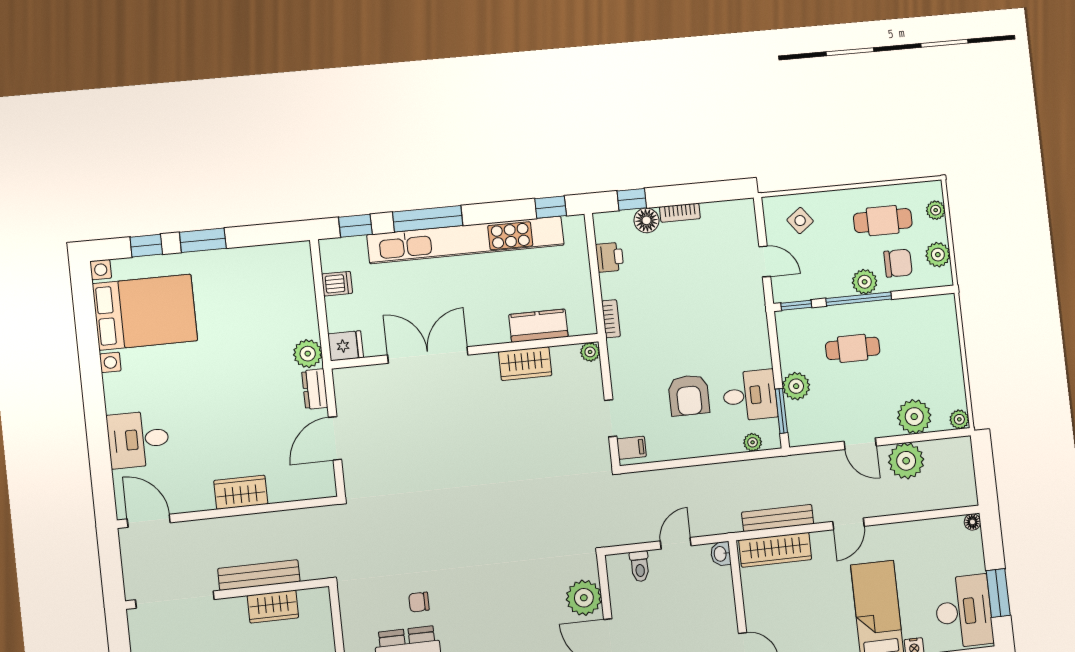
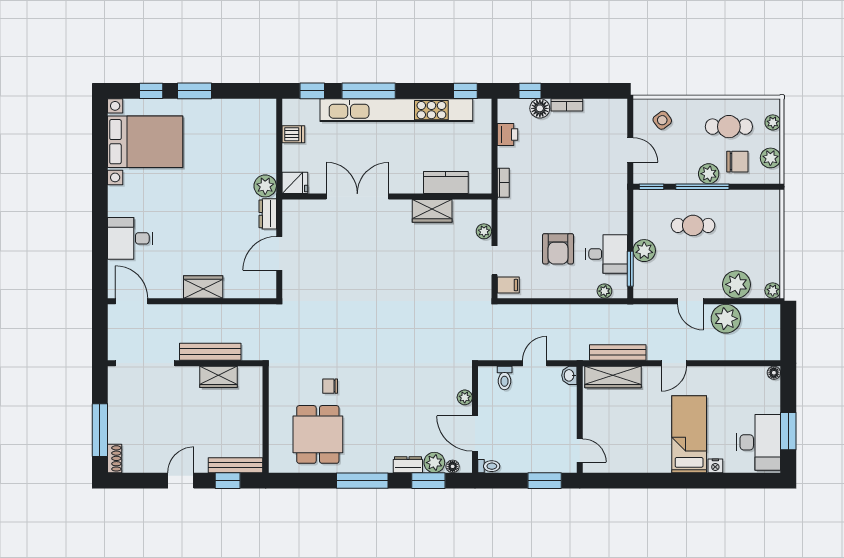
plant: (590, 352) -> (484, 231), moved
plant: (584, 598) -> (465, 397), width x0.53, depth x0.53

